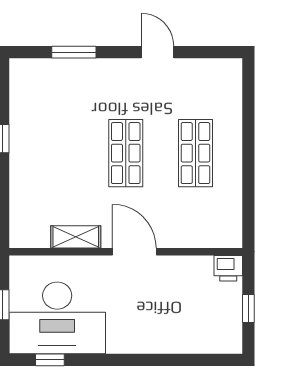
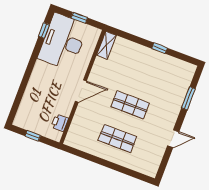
shelving: (76, 237) -> (106, 45), moved
printer: (228, 268) -> (60, 123), moved

